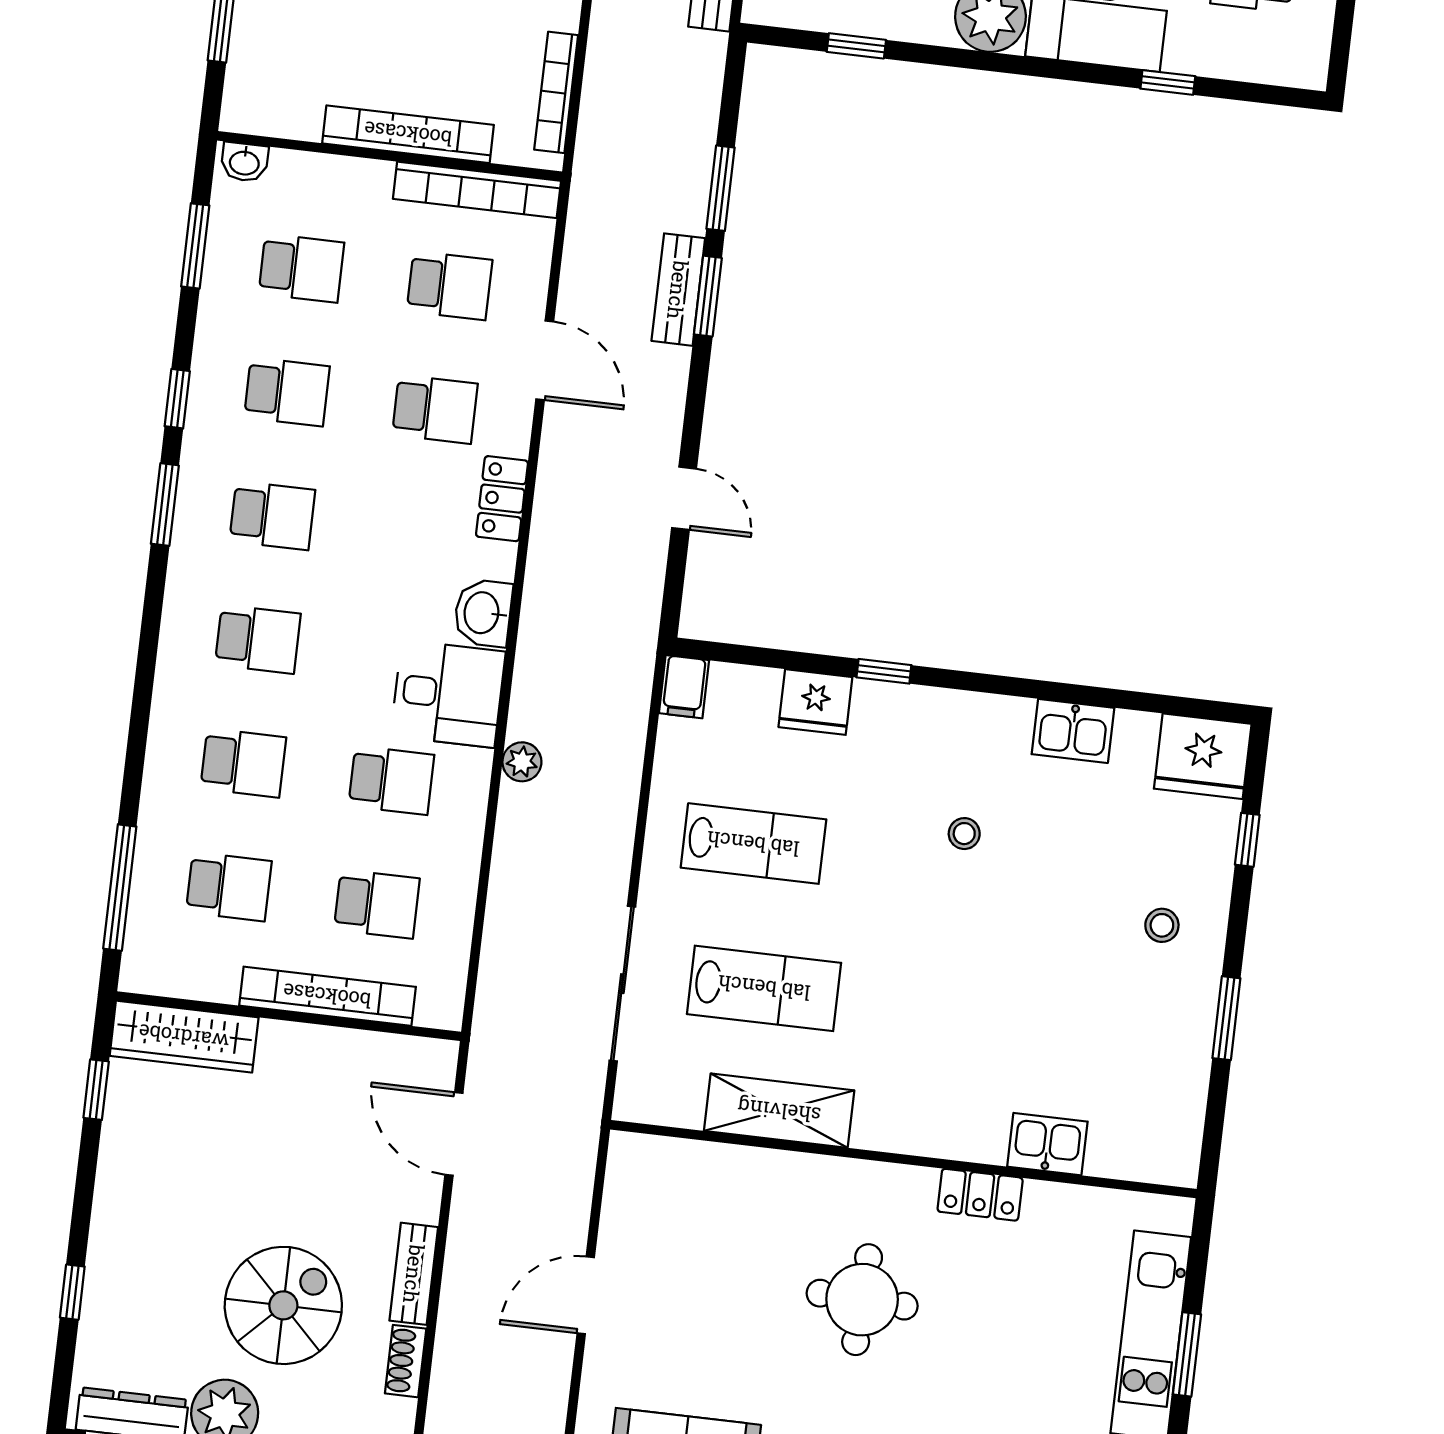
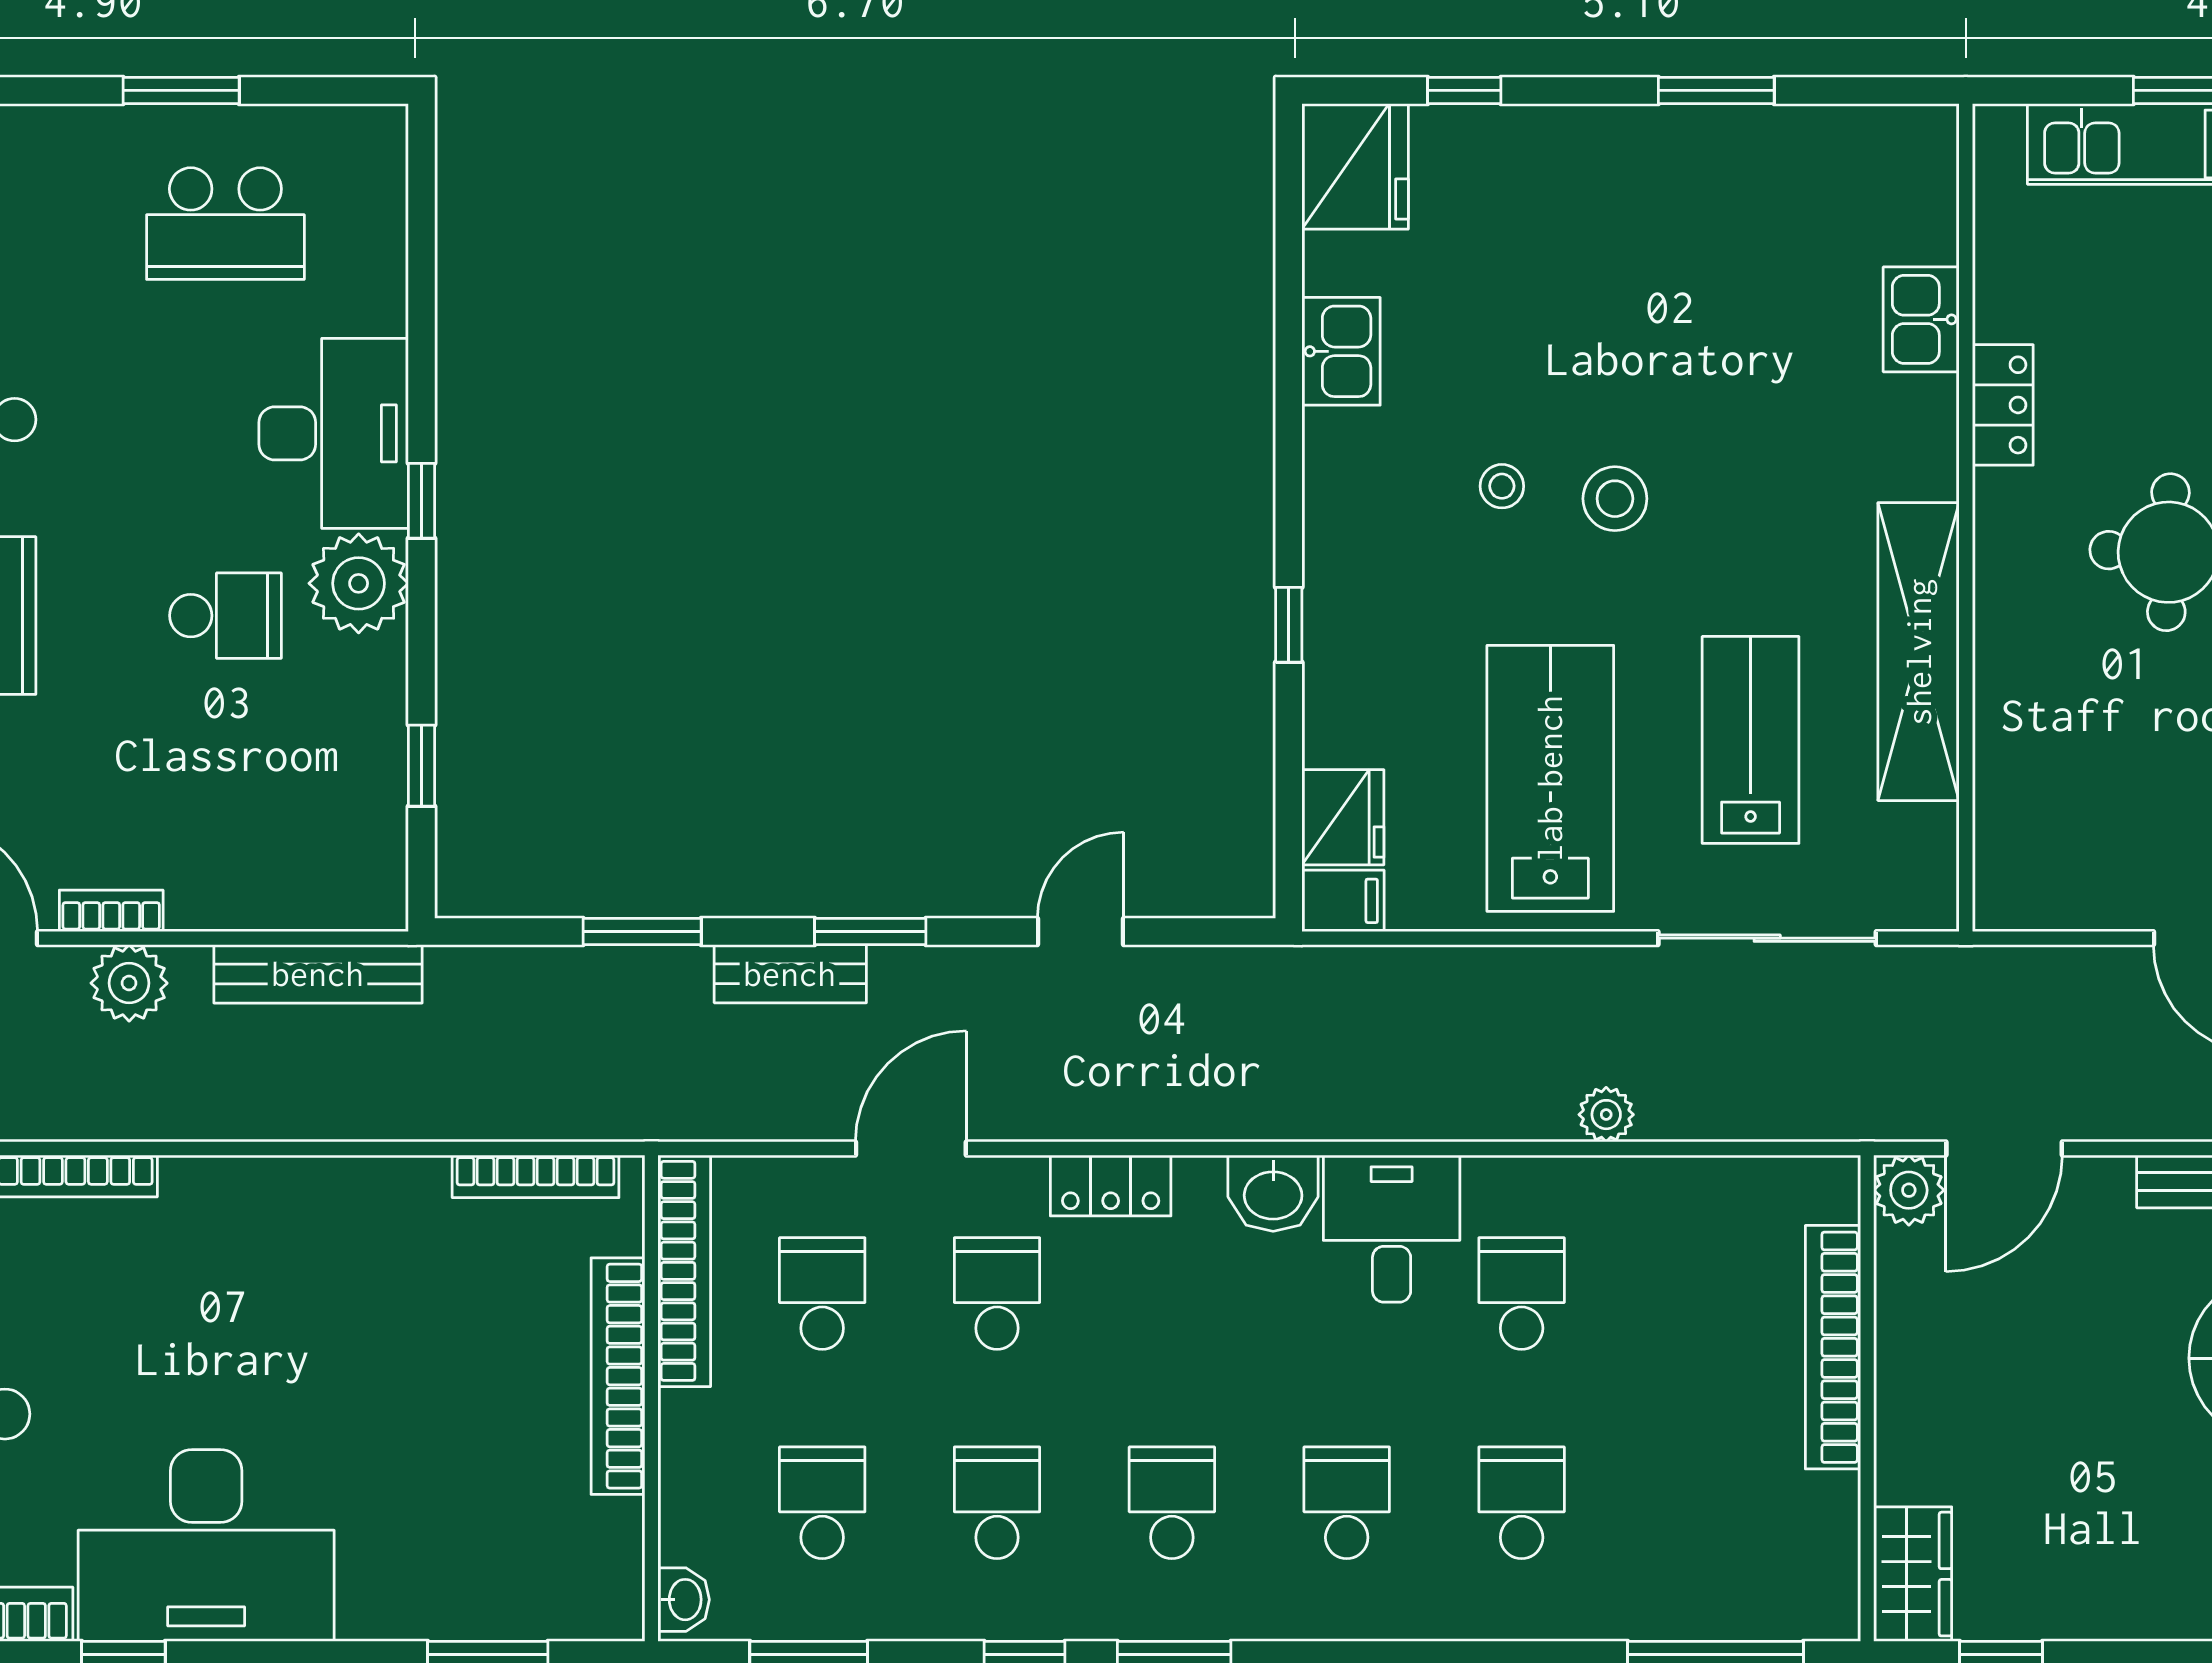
window: (1168, 82) -> (421, 501), moved
window: (708, 296) -> (870, 932), moved
fridge: (815, 702) -> (1343, 817), moved
plant: (522, 762) -> (1606, 1115), moved
lab bench: (753, 844) -> (1550, 778), width x1.36, depth x1.39
school desk: (229, 887) -> (1696, 1503), removed
school desk: (377, 904) -> (1696, 1294), removed
stool: (1162, 925) -> (1615, 499), moved, width x1.37, depth x1.37
wardrobe: (184, 1037) -> (1913, 1574), width x0.67
plant: (432, 1063) -> (1909, 1190), added
shelving: (779, 1111) -> (1919, 652), width x1.47

